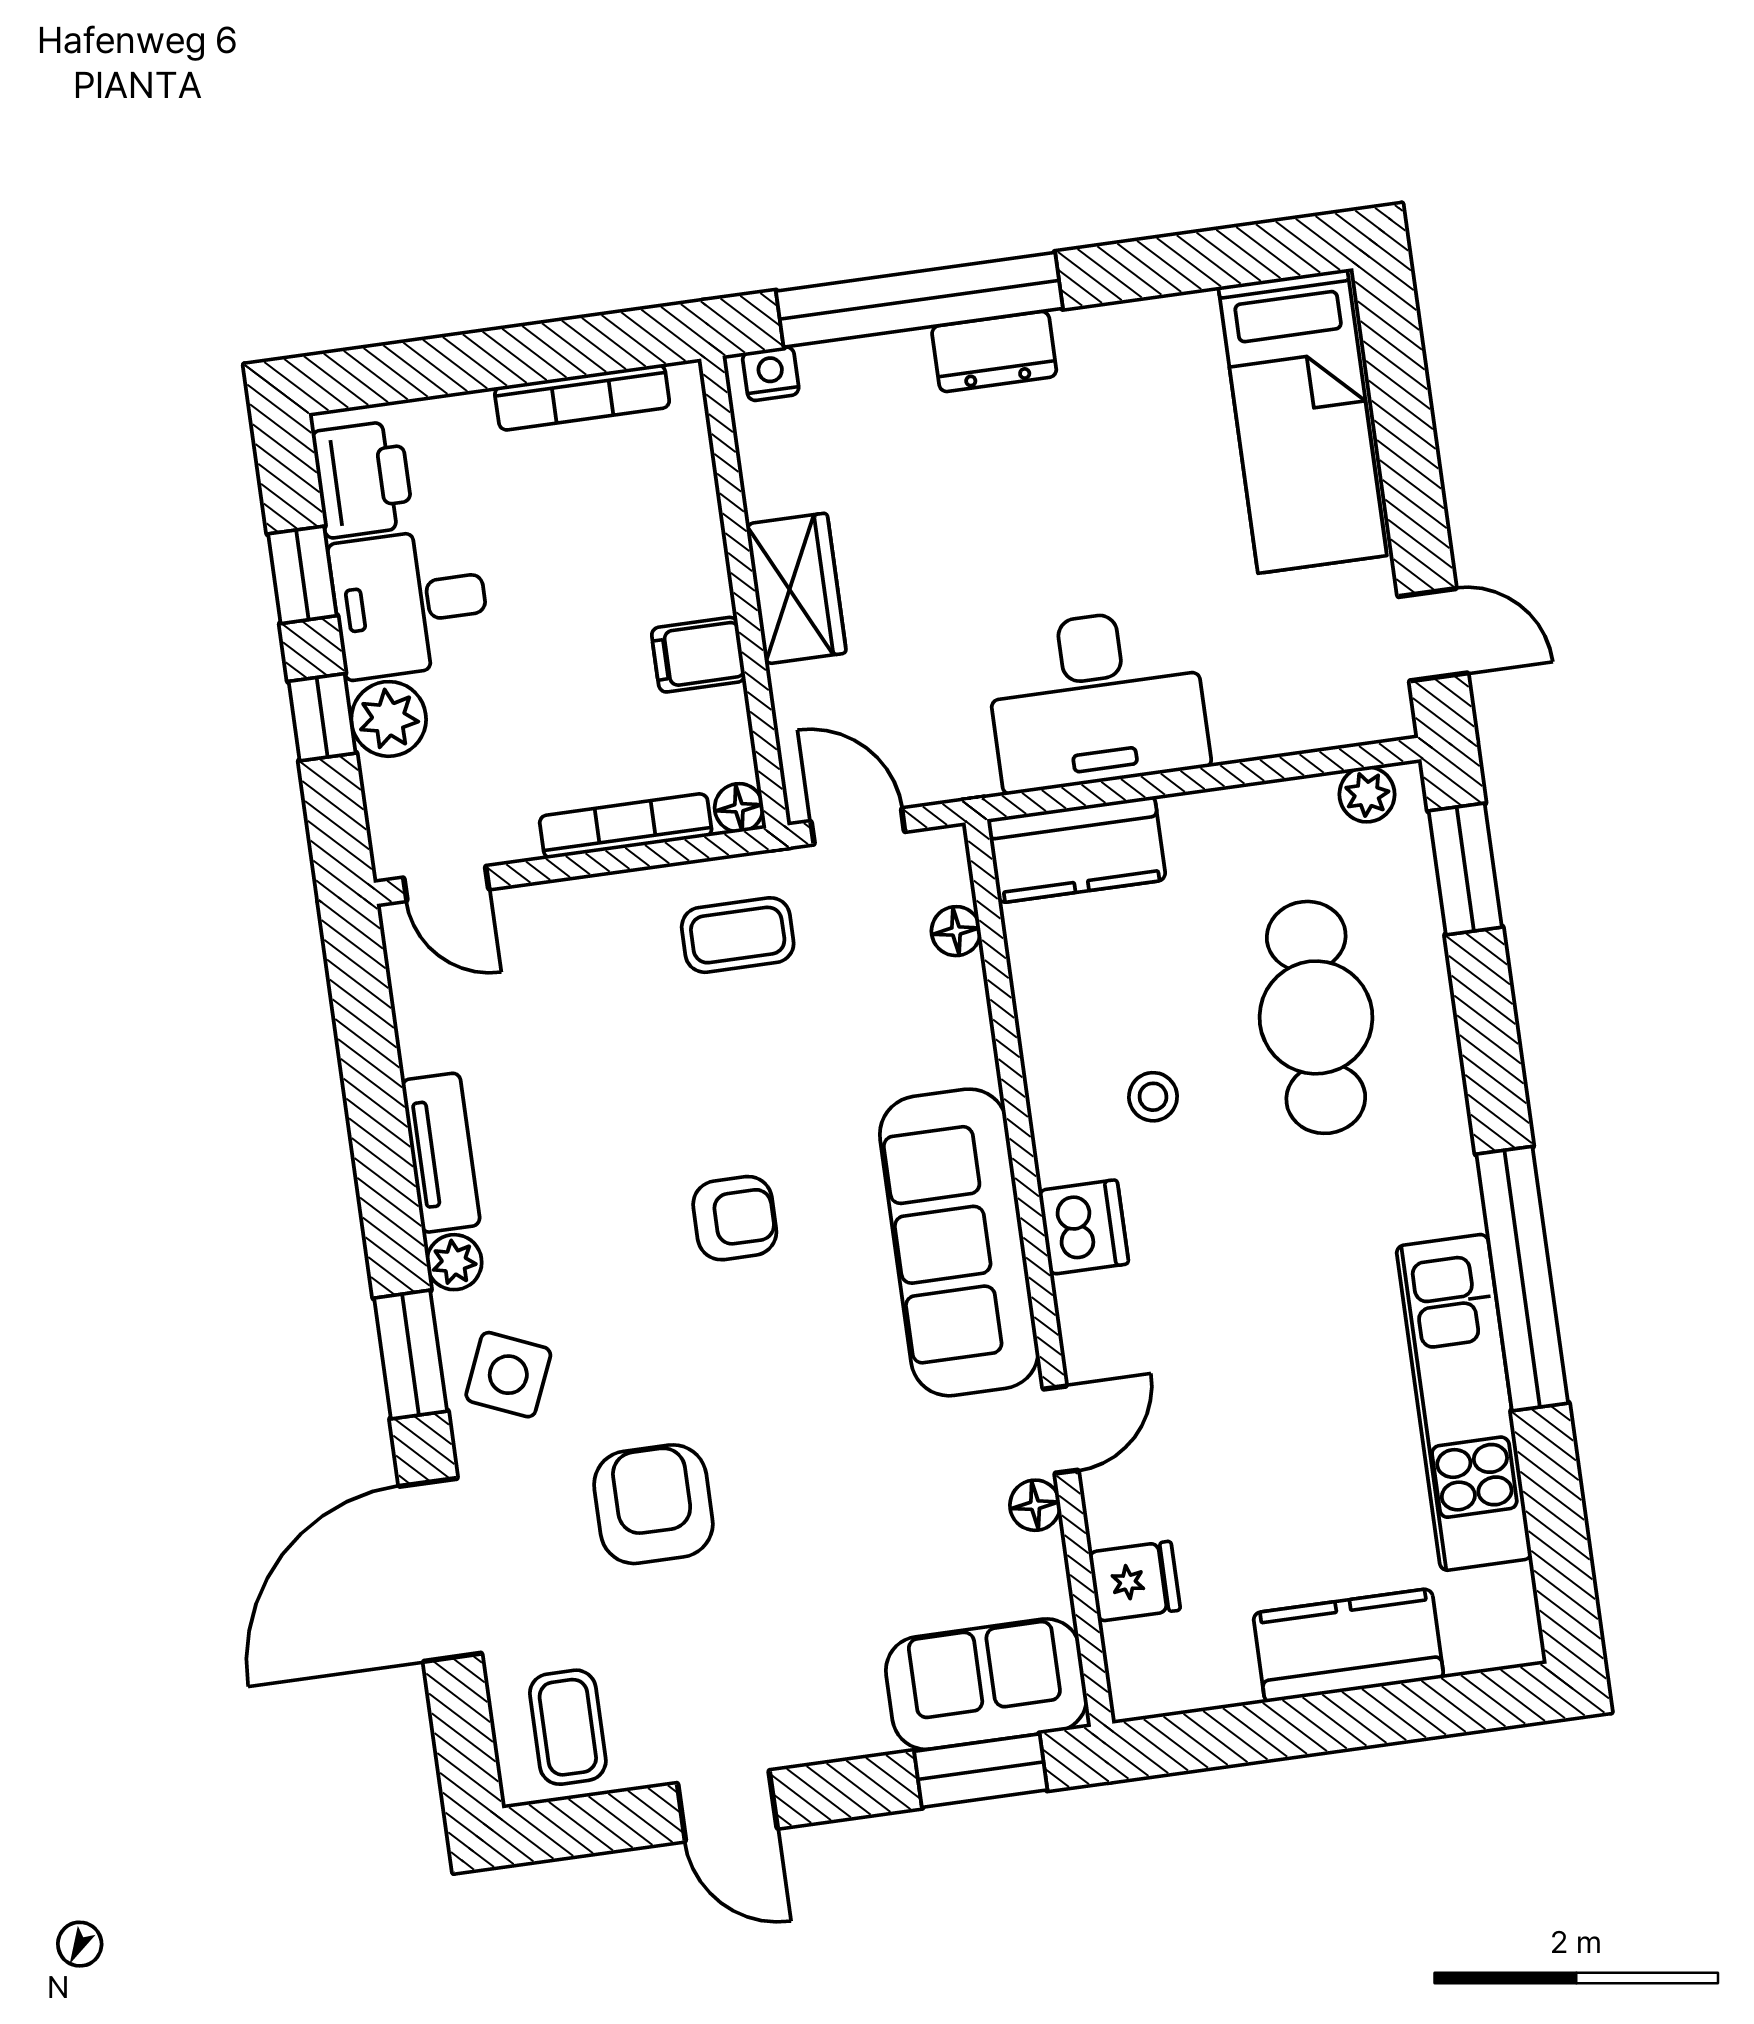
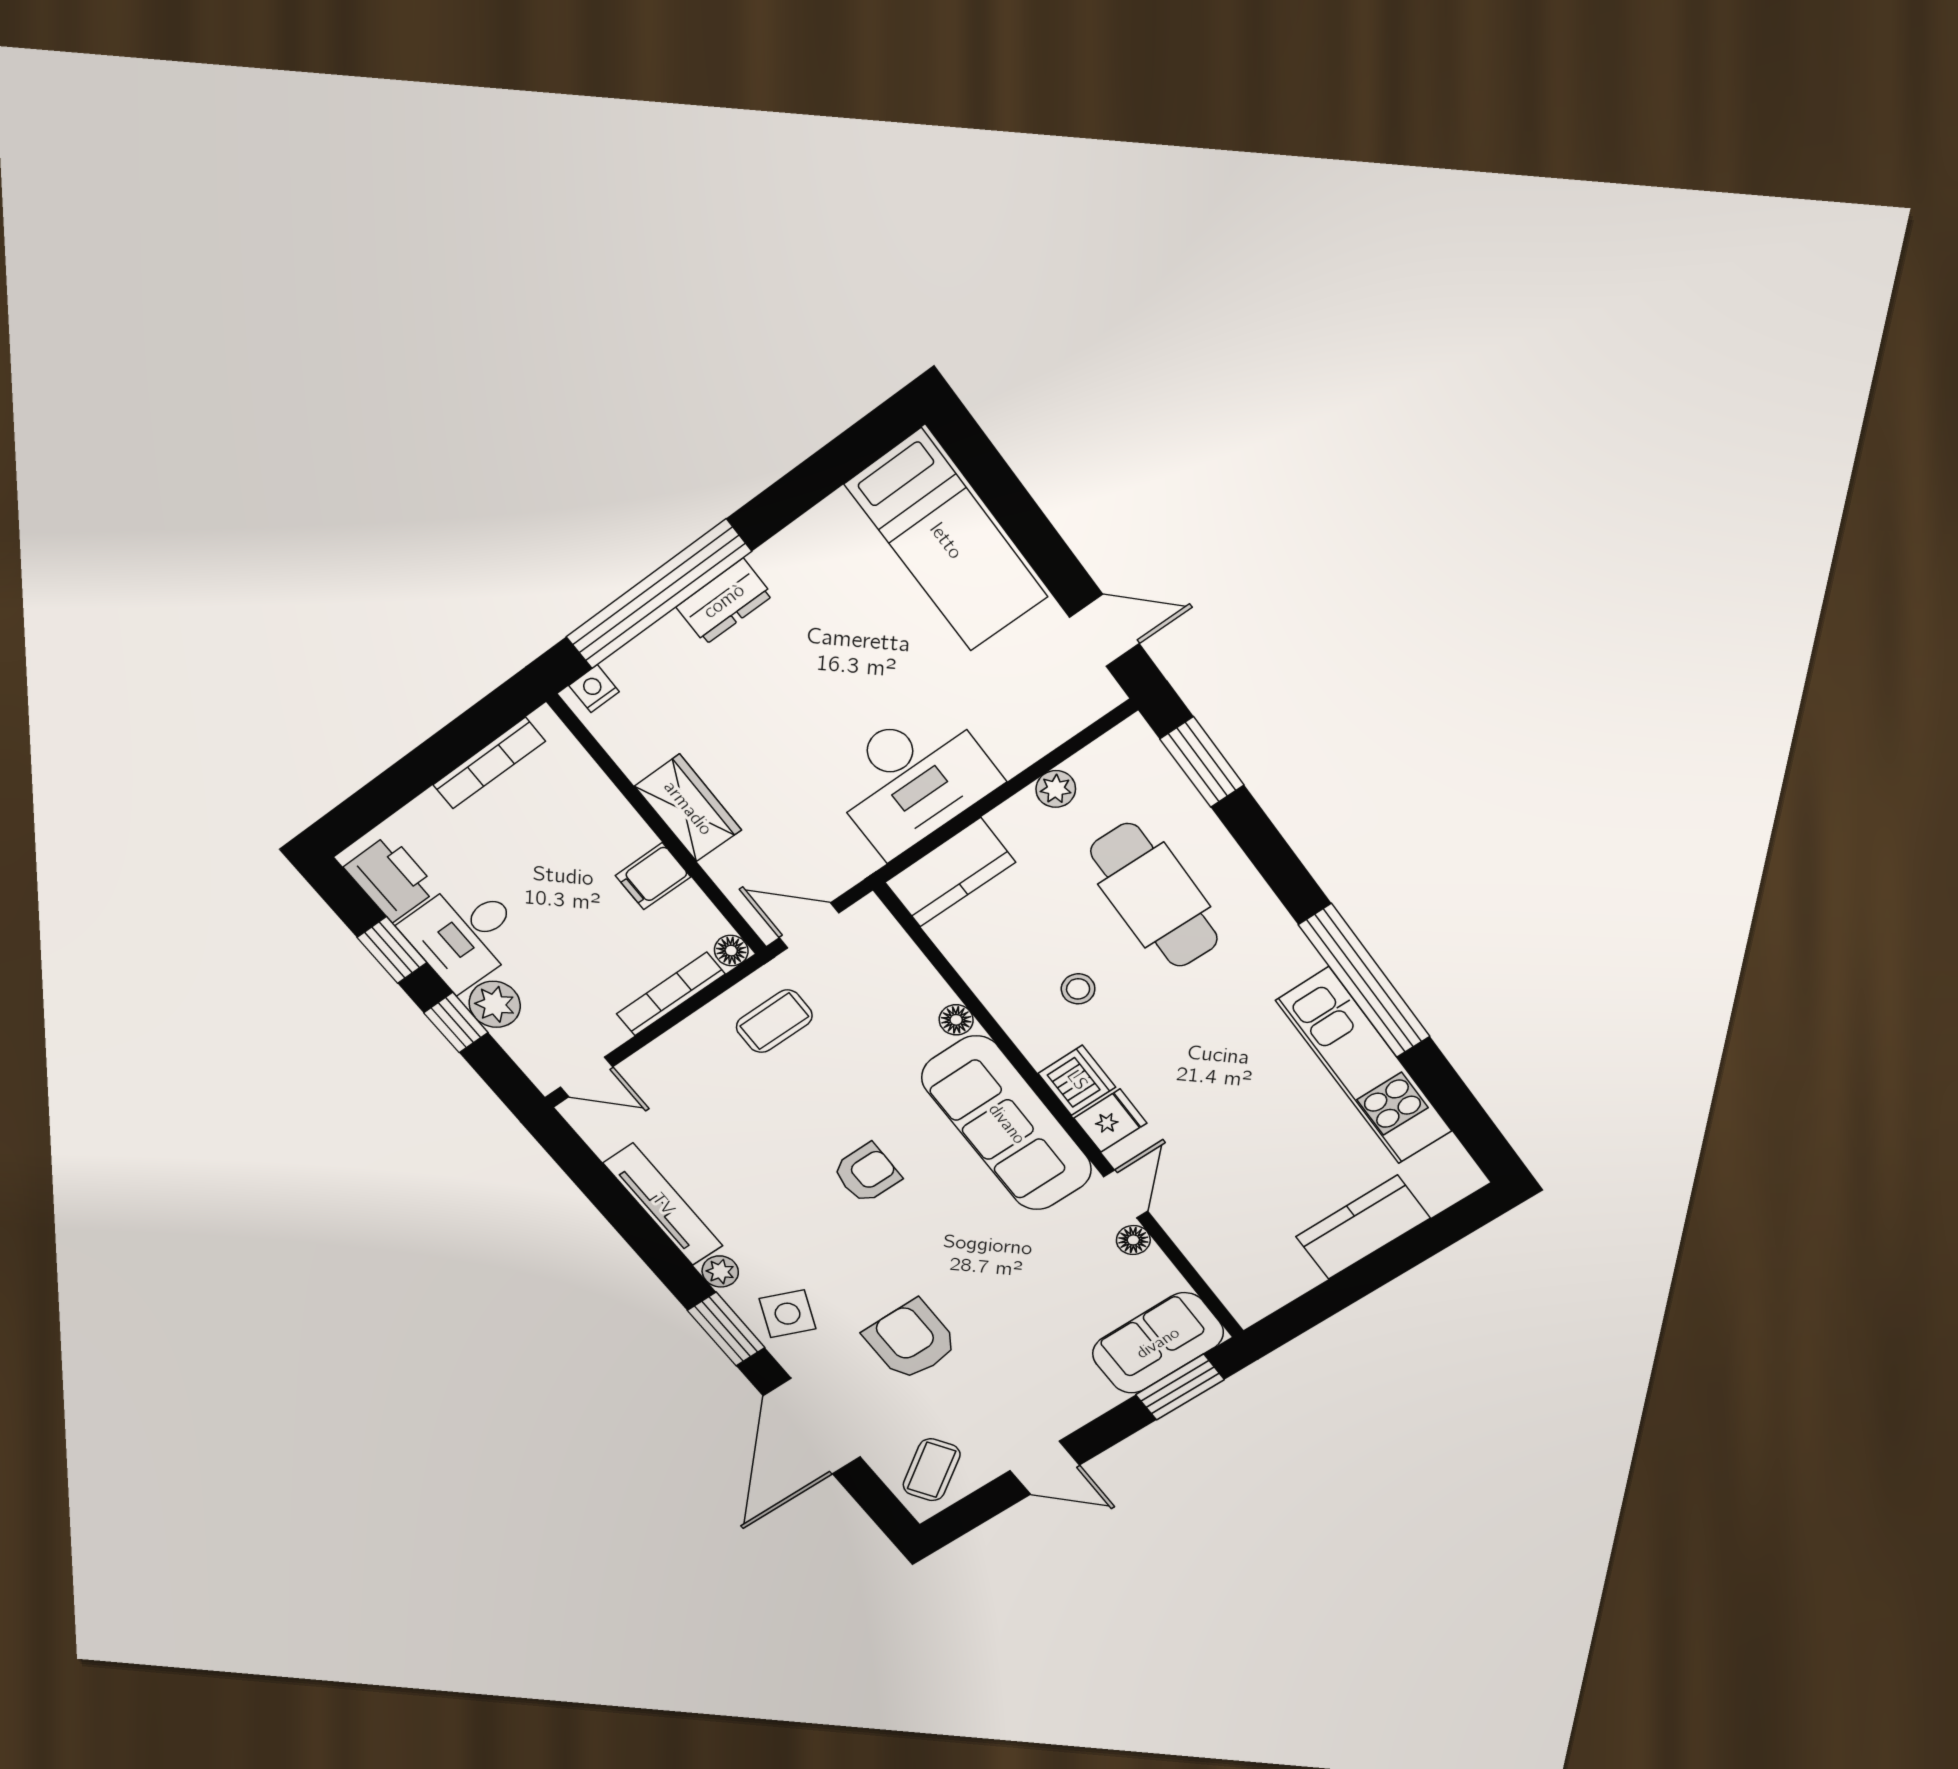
plant: (1367, 794) -> (1056, 789), moved
floor lamp: (956, 931) -> (956, 1020), moved
tv unit: (441, 1153) -> (663, 1204), width x1.41
fridge: (1134, 1581) -> (1110, 1121), moved
coffee table: (568, 1727) -> (932, 1470), turned 56

